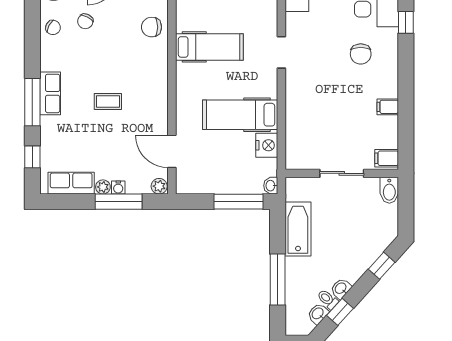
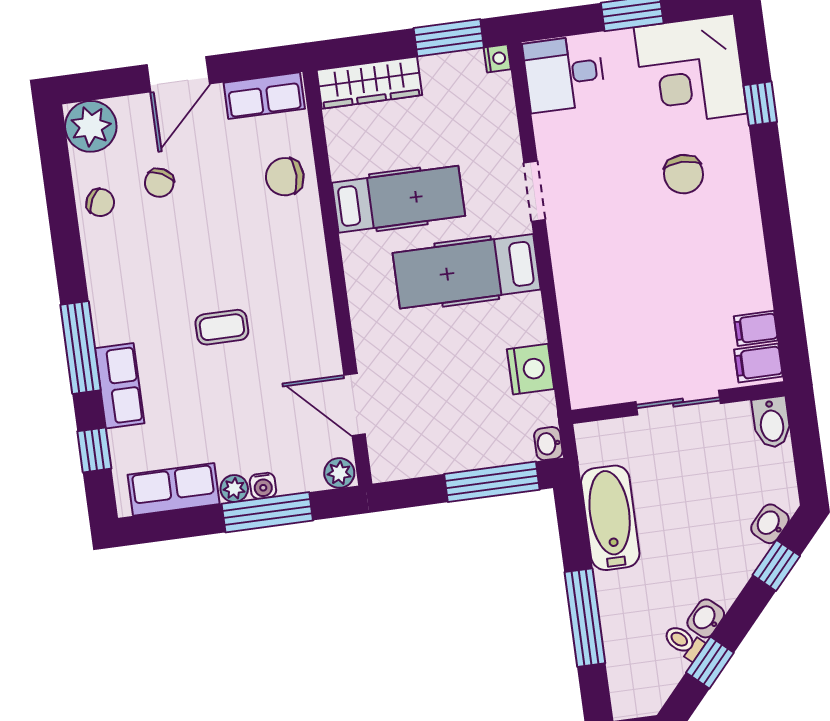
row of seats: (50, 93) -> (120, 386), moved
filing cabinet: (388, 107) -> (756, 328), moved
hospital bed: (240, 115) -> (467, 271), moved
washbasin: (318, 314) -> (770, 524), moved

